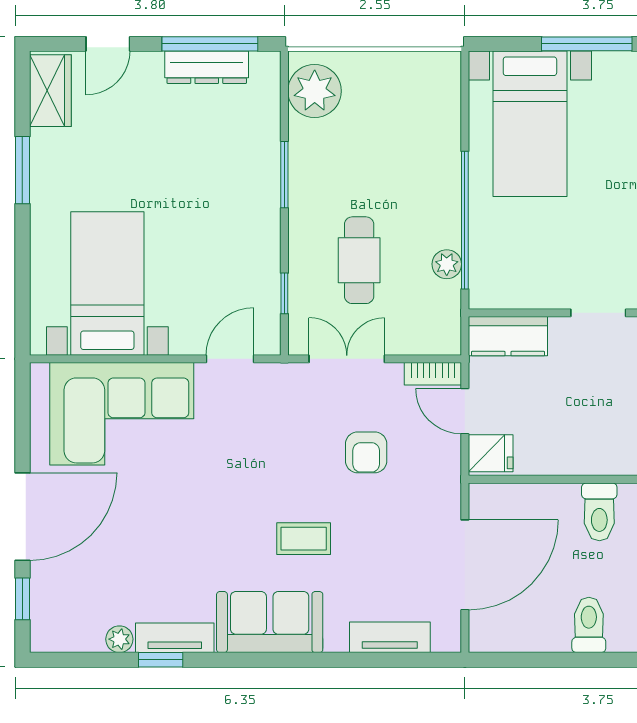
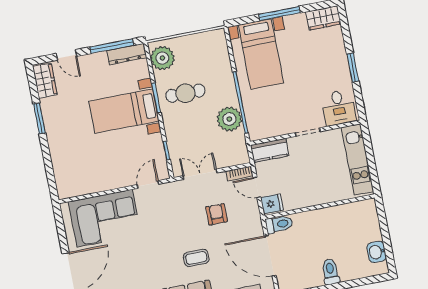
door: (108, 44) -> (66, 55), hinge flipped
dresser: (207, 67) -> (127, 54), moved
cafe table: (359, 260) -> (185, 93), moved, turned 90
plant: (447, 264) -> (229, 119), width x1.88, depth x1.88
bed with nightstands: (107, 283) -> (124, 111), moved, turned -90
armchair: (366, 452) -> (217, 214), turned 180
toilet: (599, 512) -> (279, 224), moved, turned -90
door: (465, 565) -> (270, 256), swing flipped

